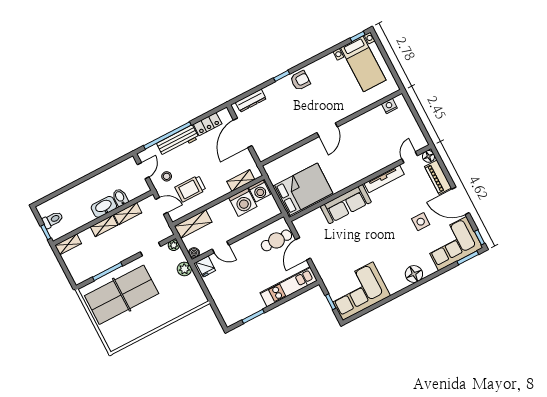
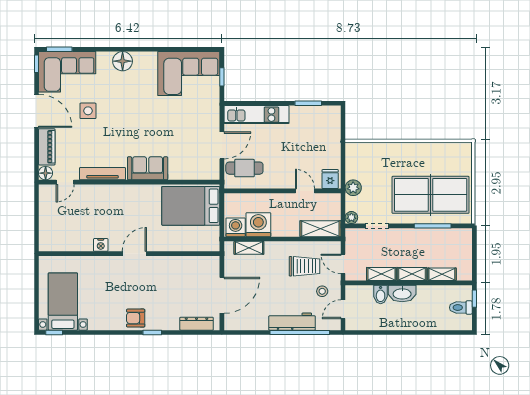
nightstand: (389, 106) -> (101, 245), moved
locker: (208, 124) -> (253, 323), removed
sofa: (346, 204) -> (148, 168), width x0.73
shelving: (68, 244) -> (442, 274), moved
boiler: (194, 253) -> (335, 199), removed

